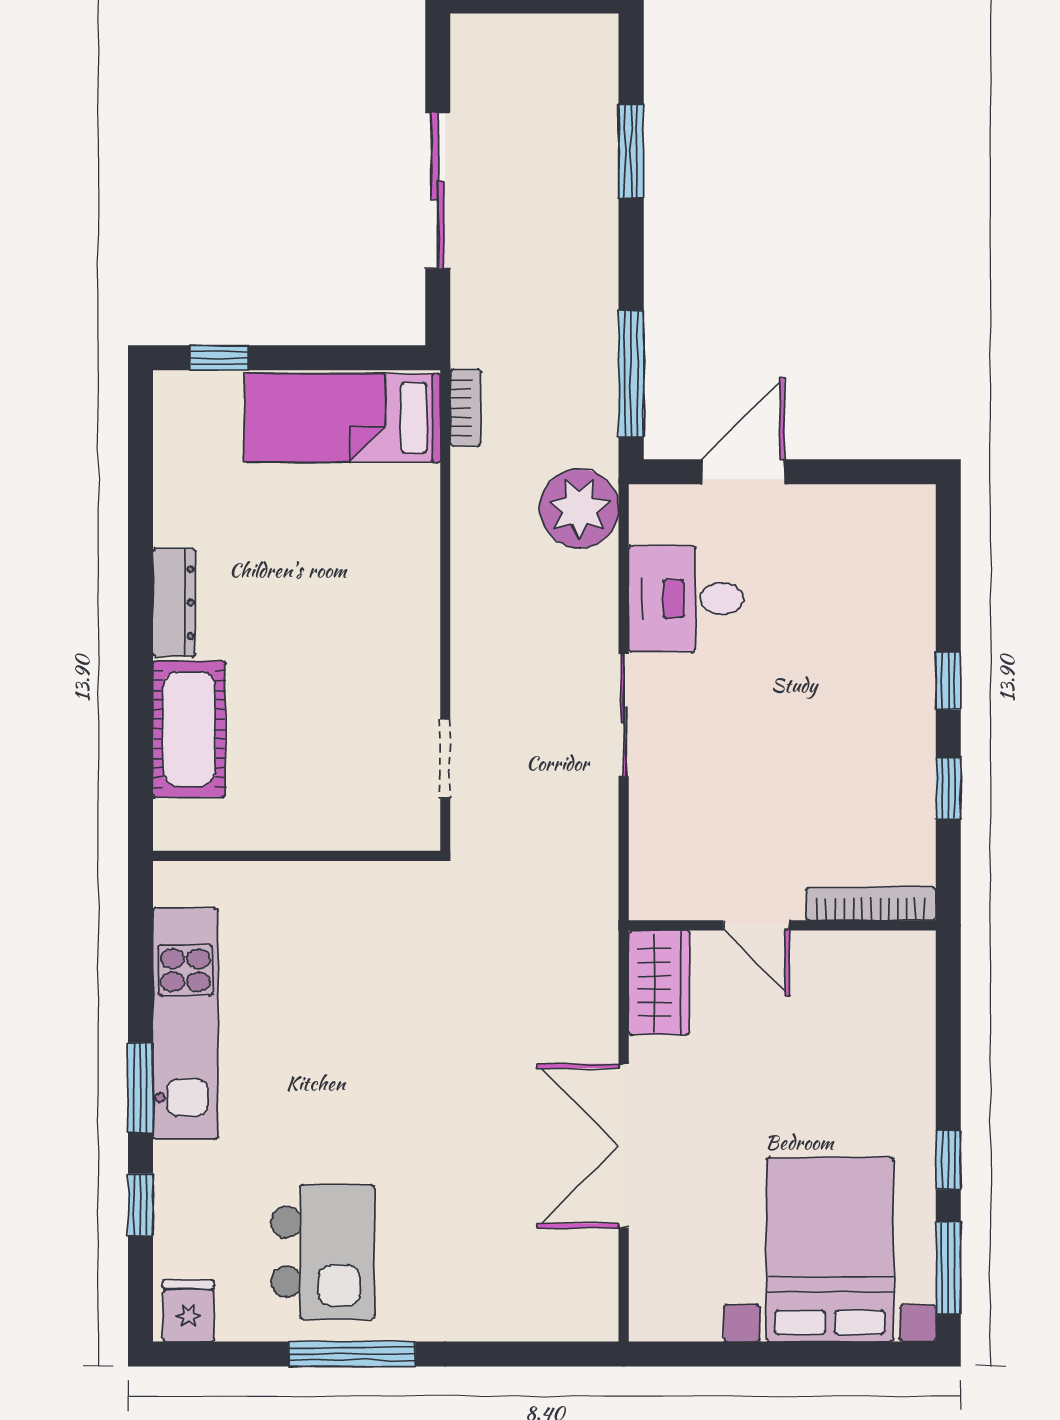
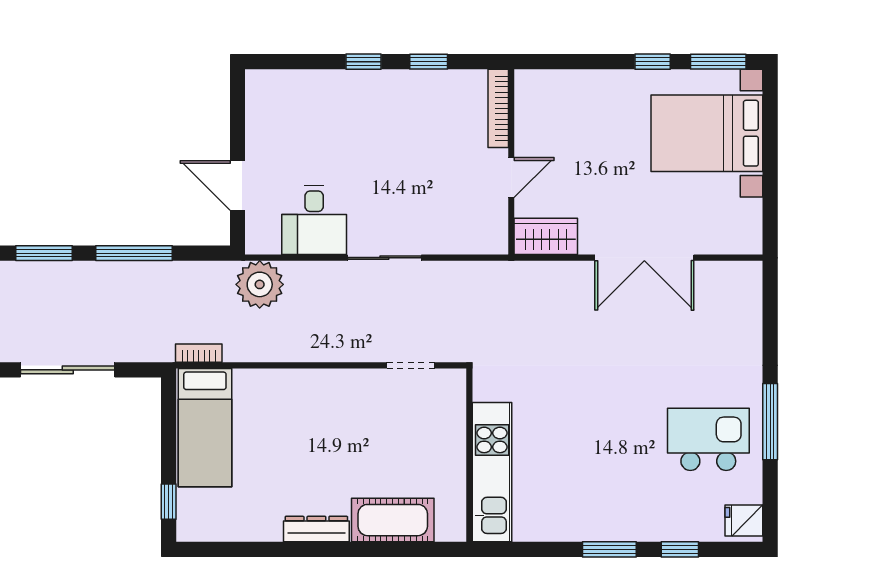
window: (631, 374) -> (134, 253), moved
kitchen unit: (185, 1023) -> (492, 472), moved, turned 90

